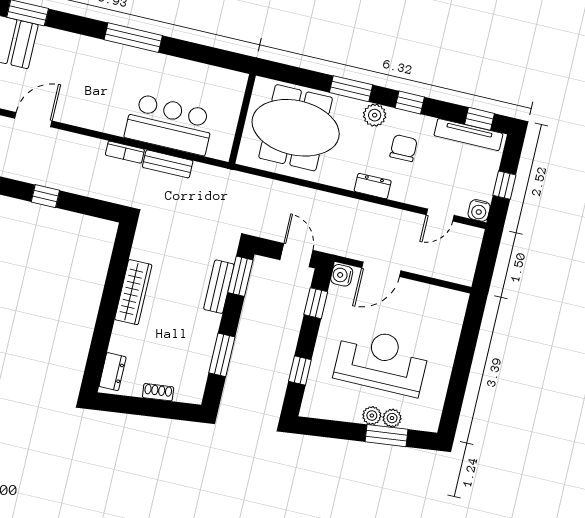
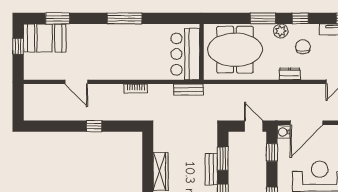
door: (33, 120) -> (76, 82), swing flipped
bar counter: (169, 124) -> (185, 54), moved, turned -90
bench: (168, 164) -> (188, 90), moved
door: (381, 269) -> (307, 123), width x1.36
window: (240, 276) -> (223, 159), moved
bench: (219, 287) -> (211, 169), moved

